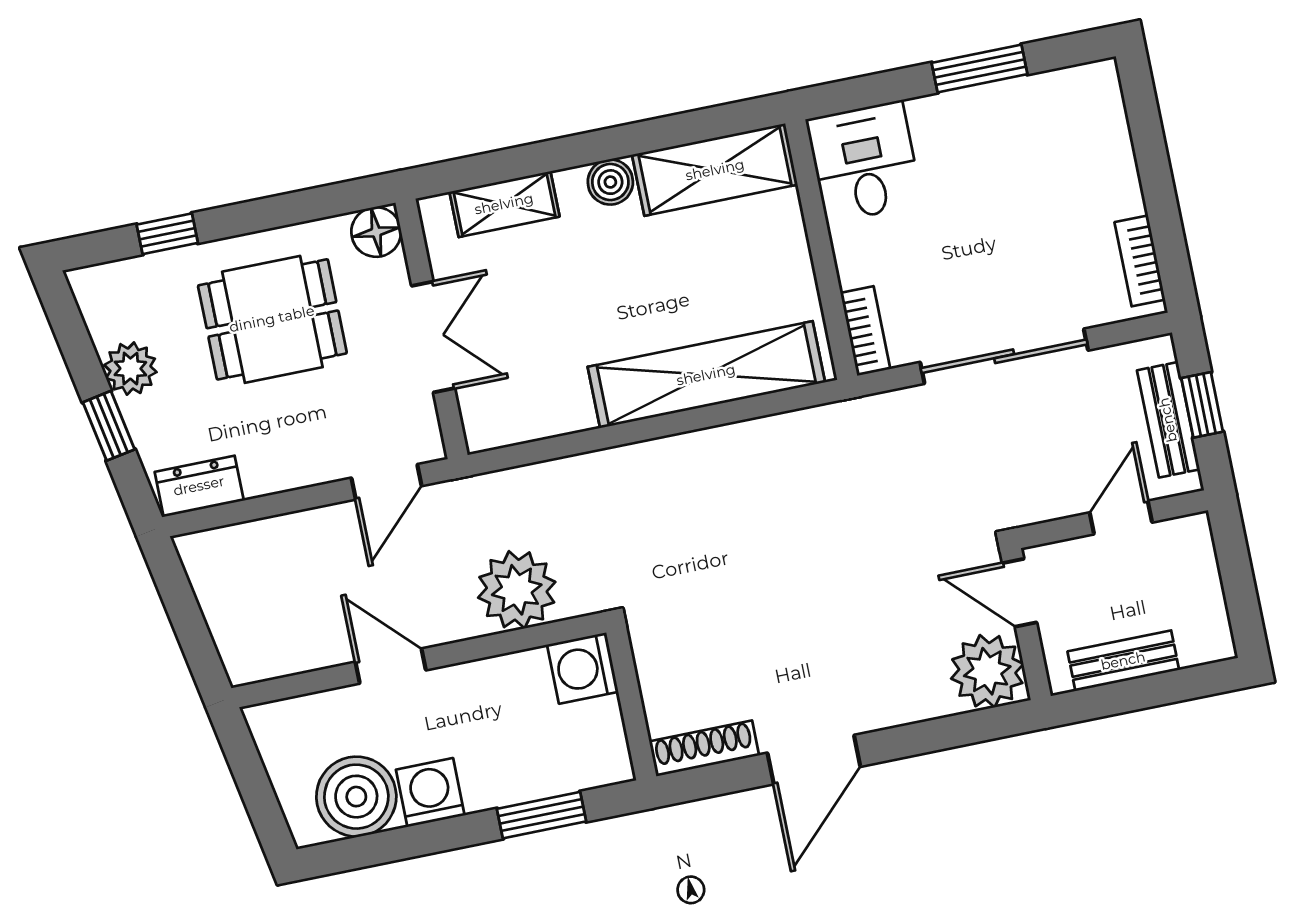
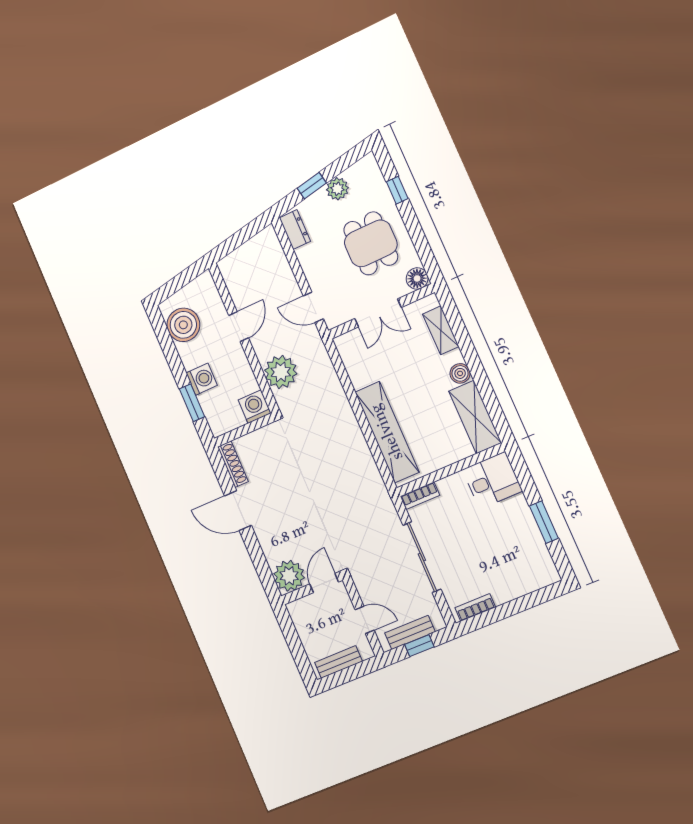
bench: (1123, 661) -> (338, 662), moved, turned 90
washing machine: (430, 792) -> (202, 379), moved

